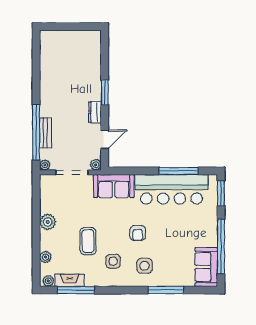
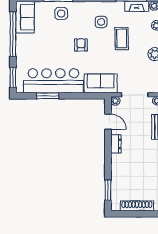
shoe rack: (69, 36) -> (137, 206), added
window: (105, 92) -> (108, 190), moved
door: (105, 139) -> (108, 122), swing flipped
window: (178, 171) -> (48, 96), width x0.69
side table: (144, 266) -> (61, 13), moved

